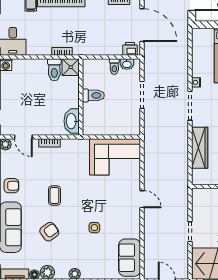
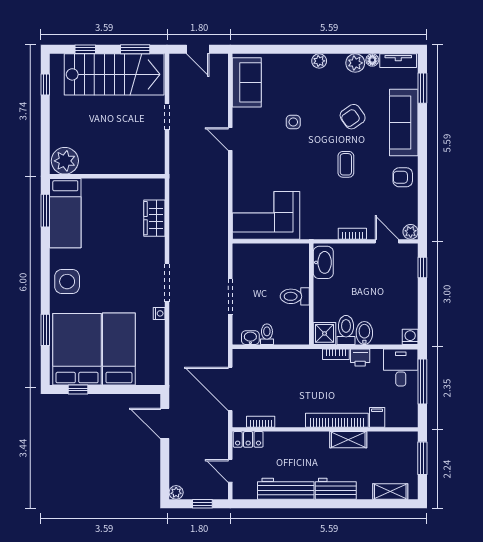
printer: (130, 49) -> (360, 358), moved
bidet: (40, 68) -> (364, 333), added
wardrobe: (200, 148) -> (154, 218), width x0.67
door: (142, 199) -> (230, 139), moved

